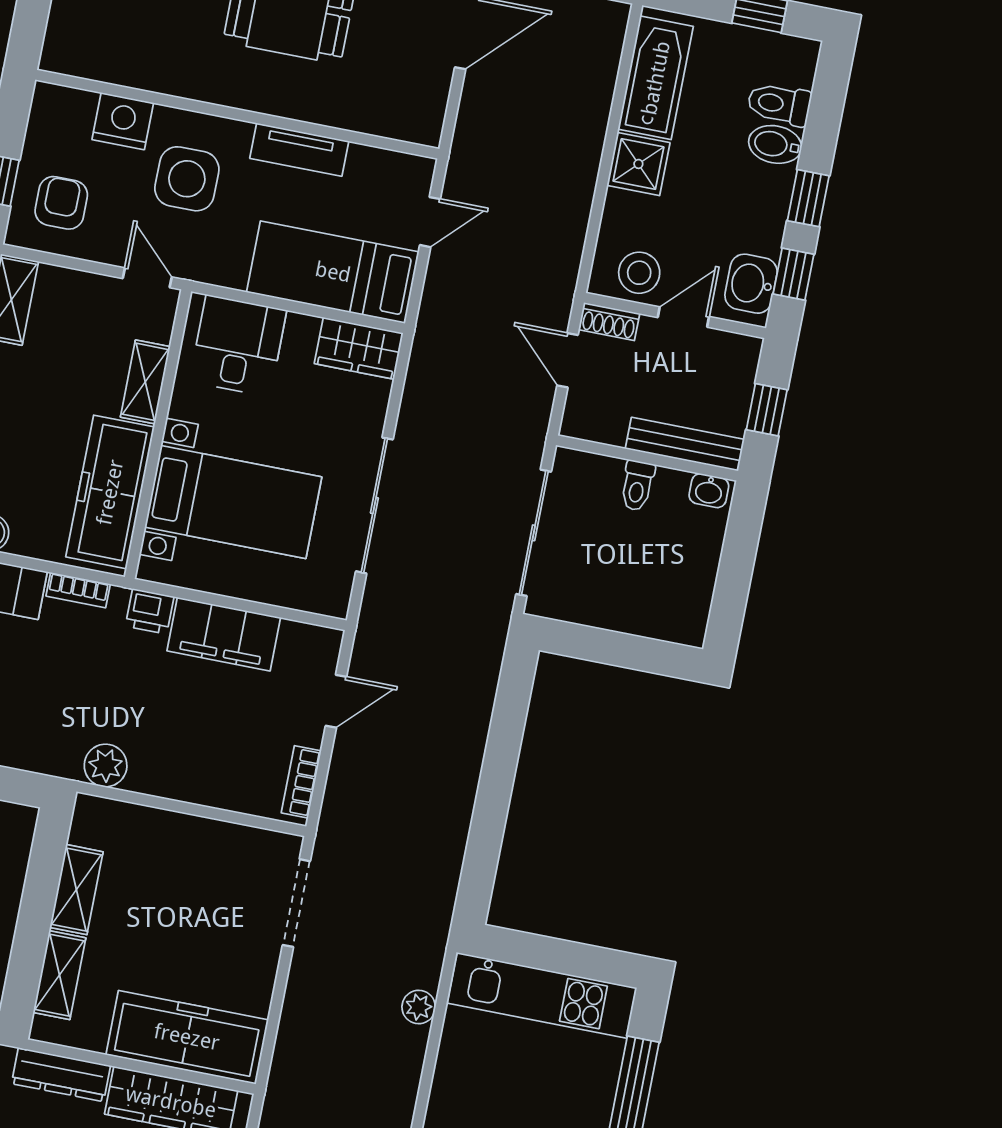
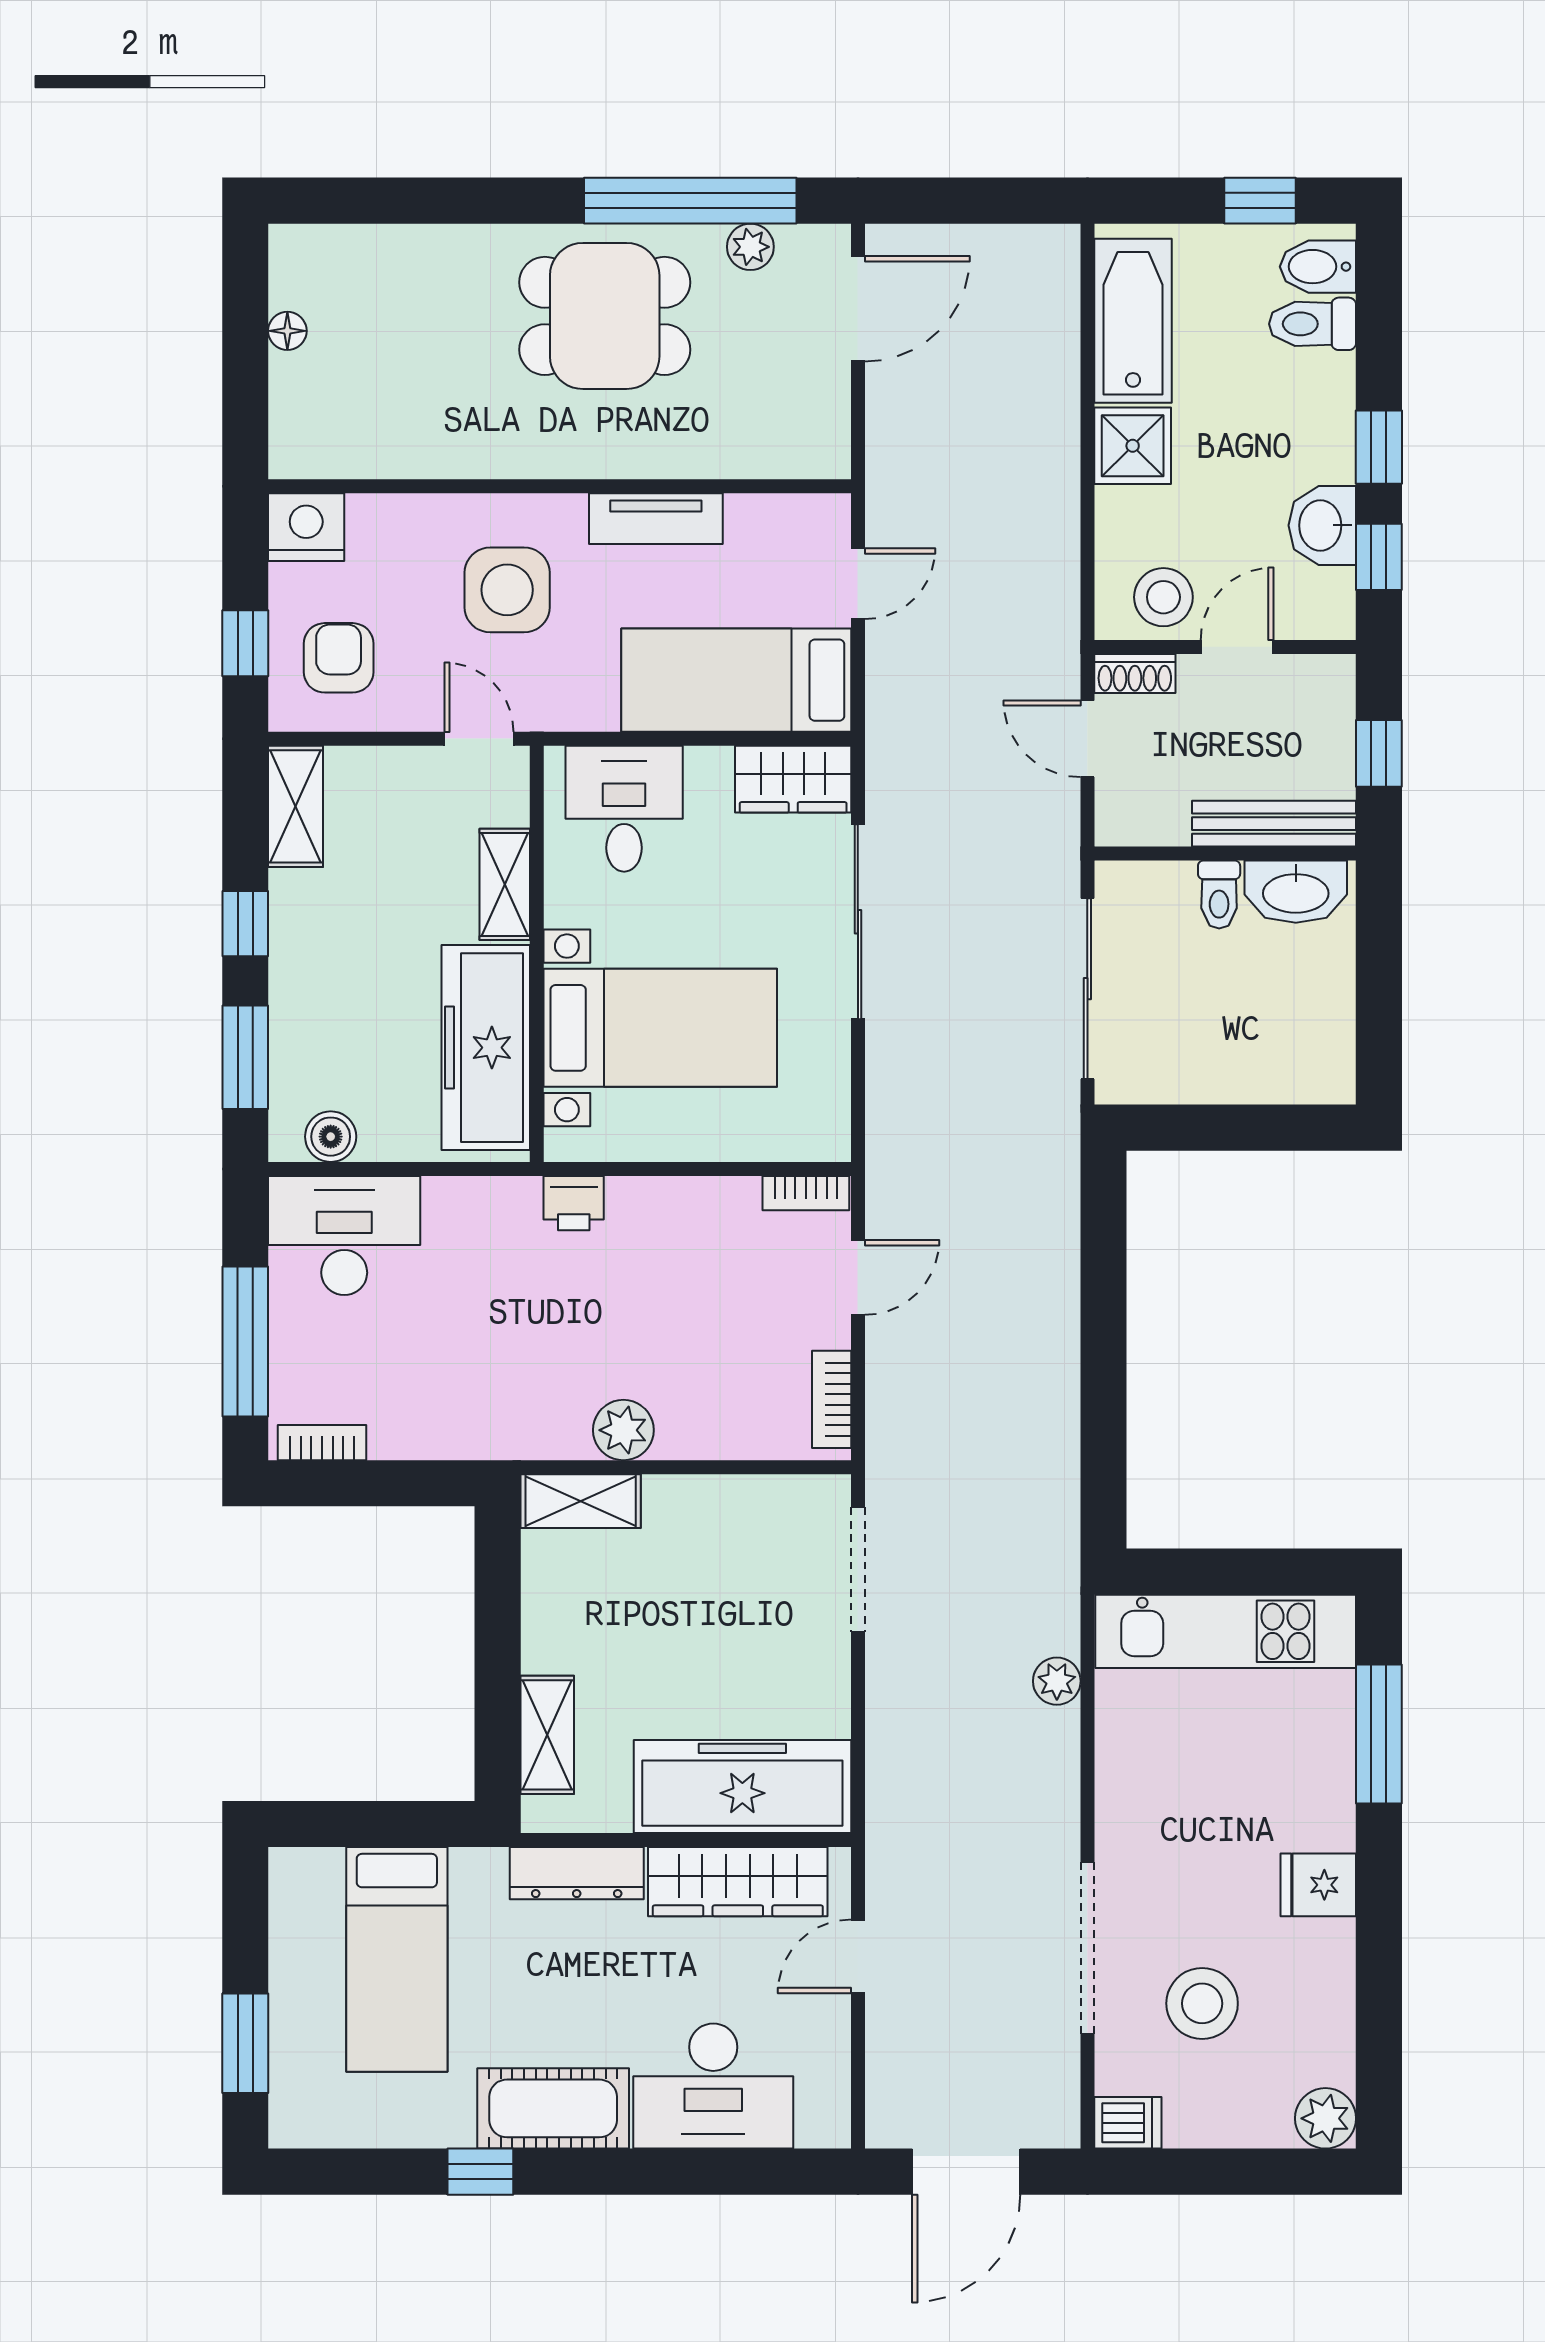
nightstand: (123, 121) -> (306, 527), moved
bidet: (775, 144) -> (1318, 267), moved
washbasin: (751, 284) -> (1322, 525), moved
washbasin: (709, 491) -> (1296, 892), width x1.91, depth x1.45
sliding door: (374, 505) -> (858, 922), moved
bookcase: (78, 590) -> (806, 1193), moved
filing cabinet: (224, 634) -> (683, 1215), removed
plant: (106, 765) -> (623, 1430), moved
shelving: (76, 890) -> (581, 1501), moved, turned 90

